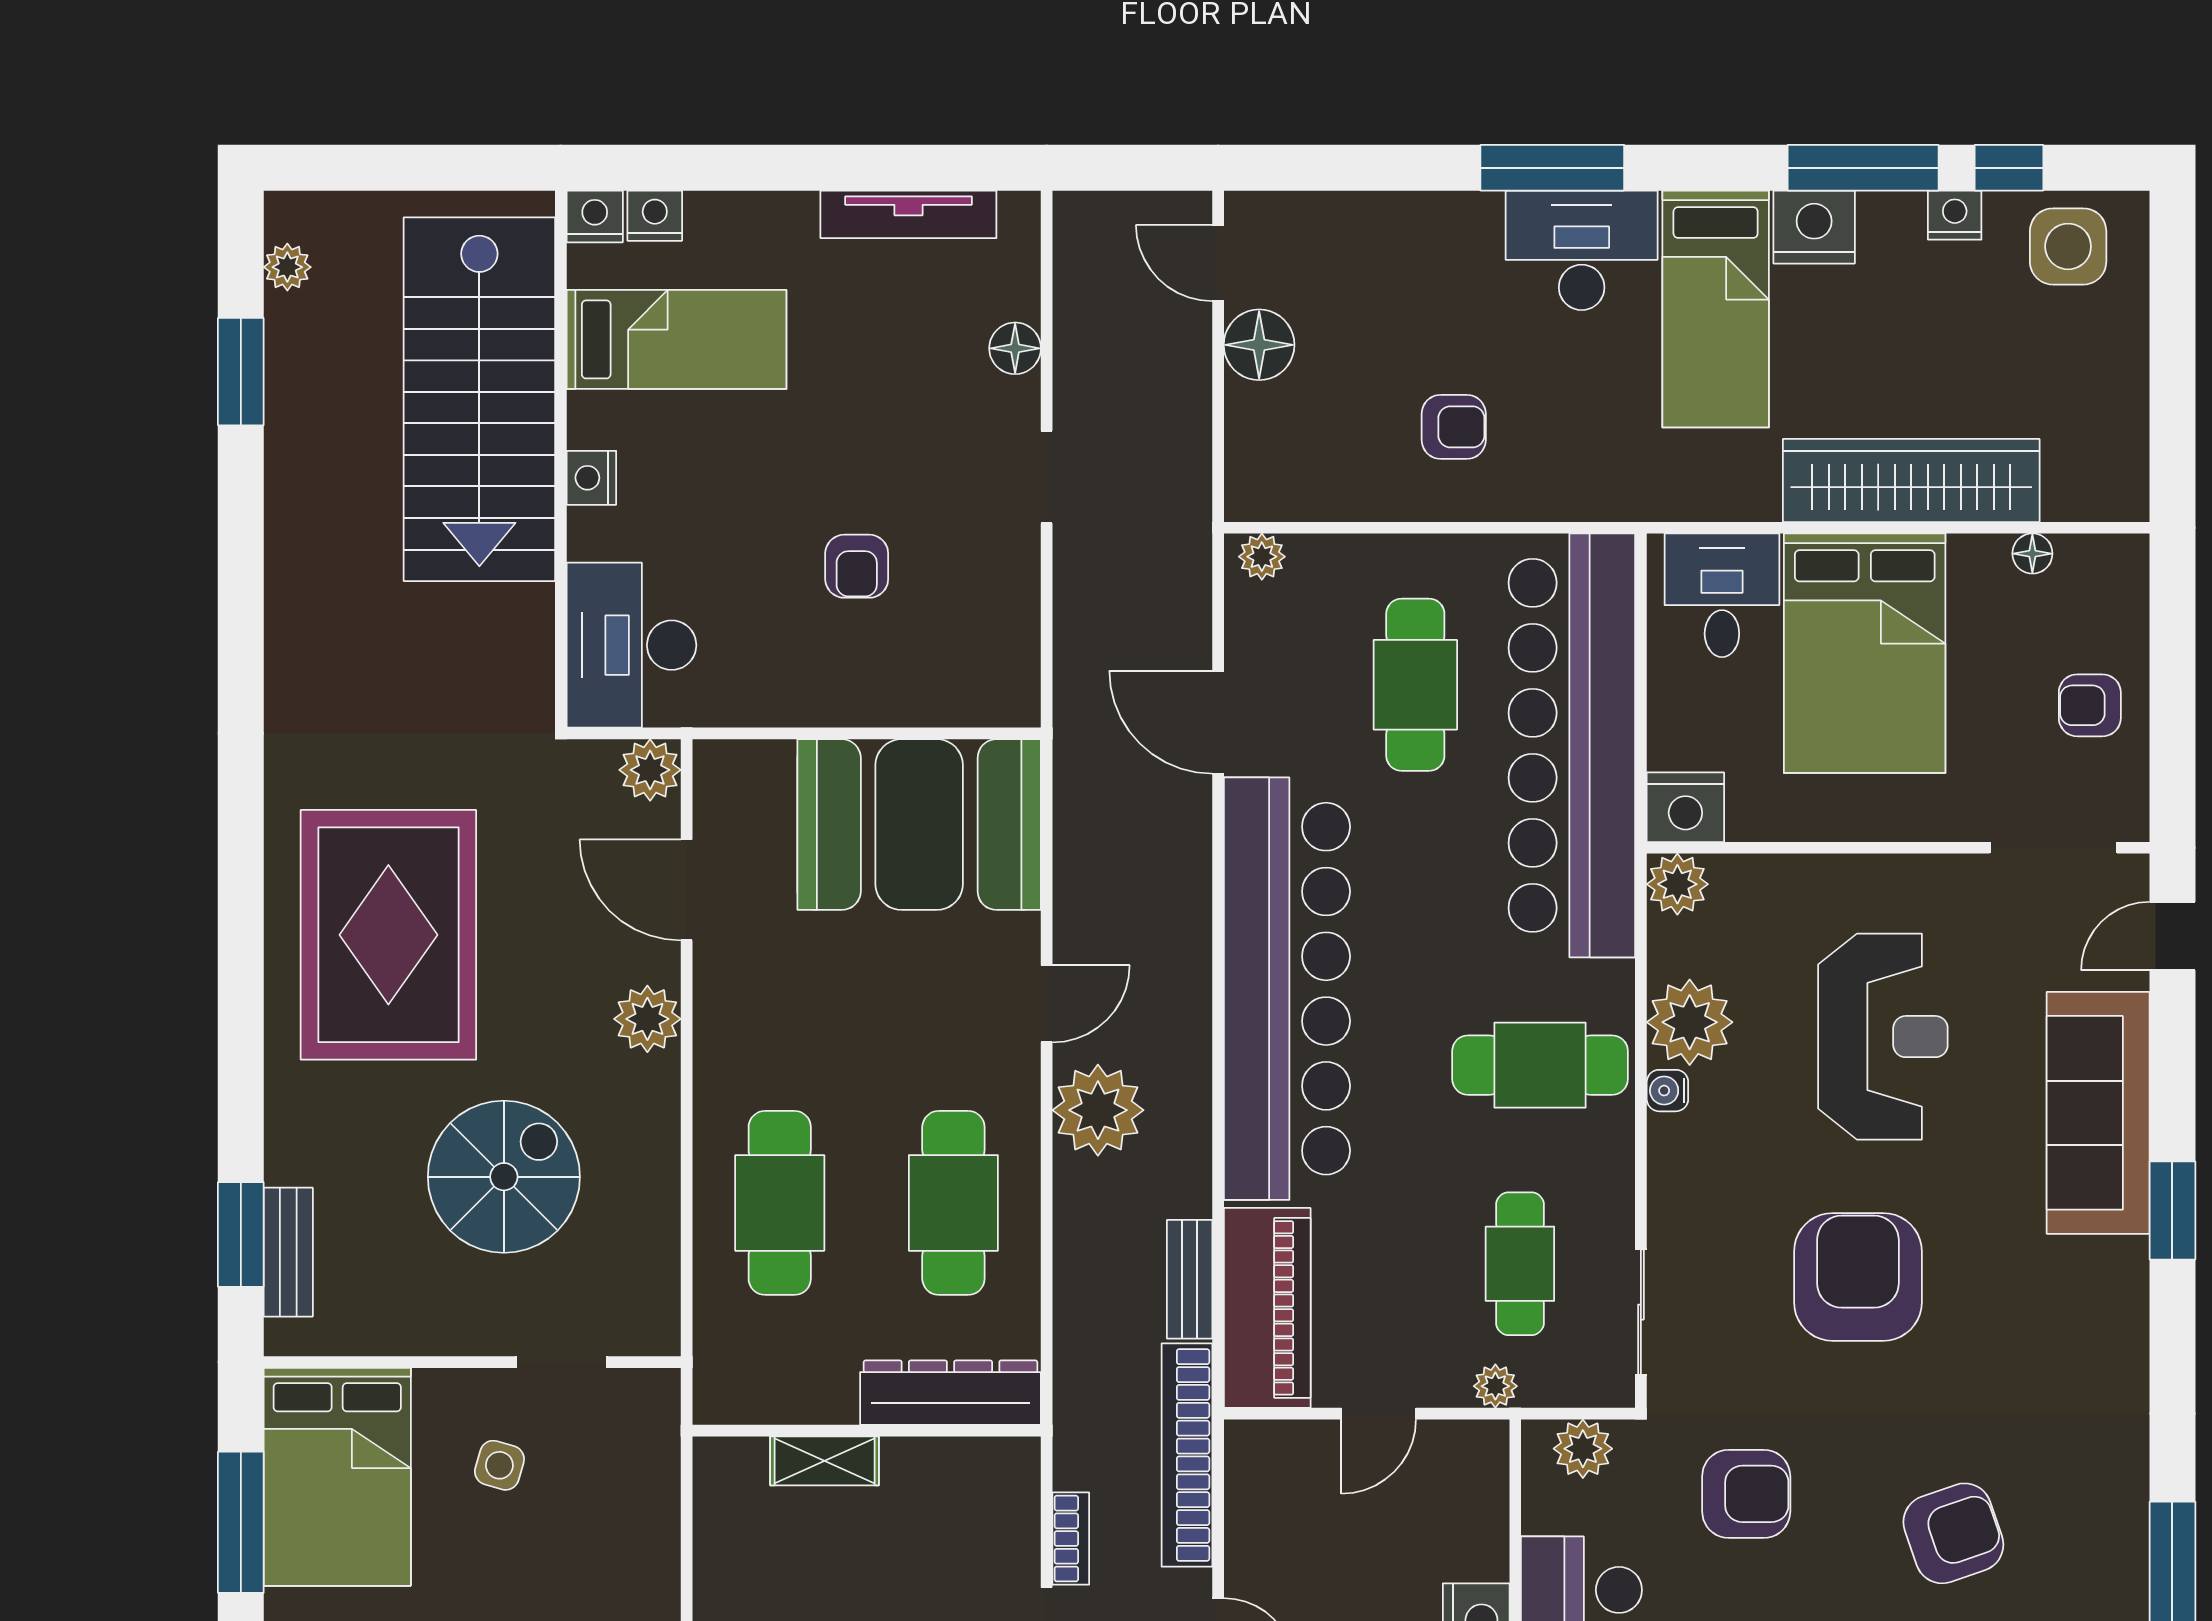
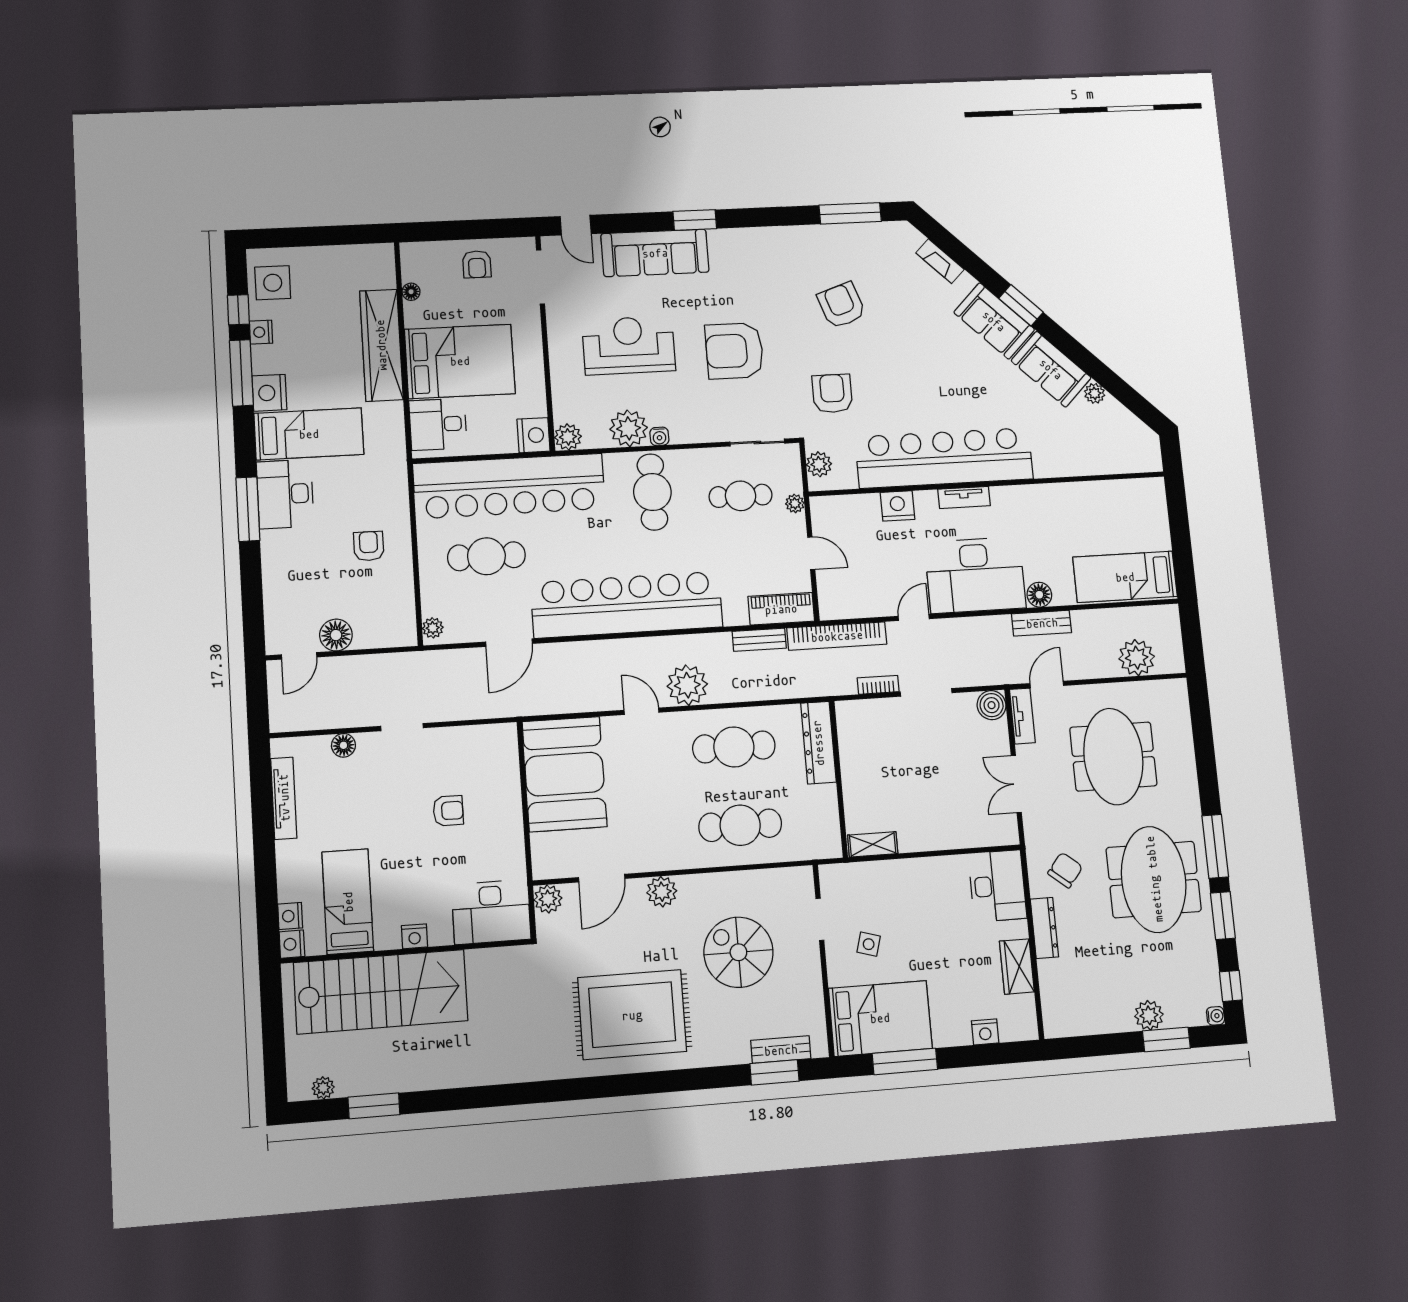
piano: (1267, 1308) -> (781, 609), width x0.73, depth x0.75
shelving: (825, 1461) -> (873, 844), moved, turned 90

